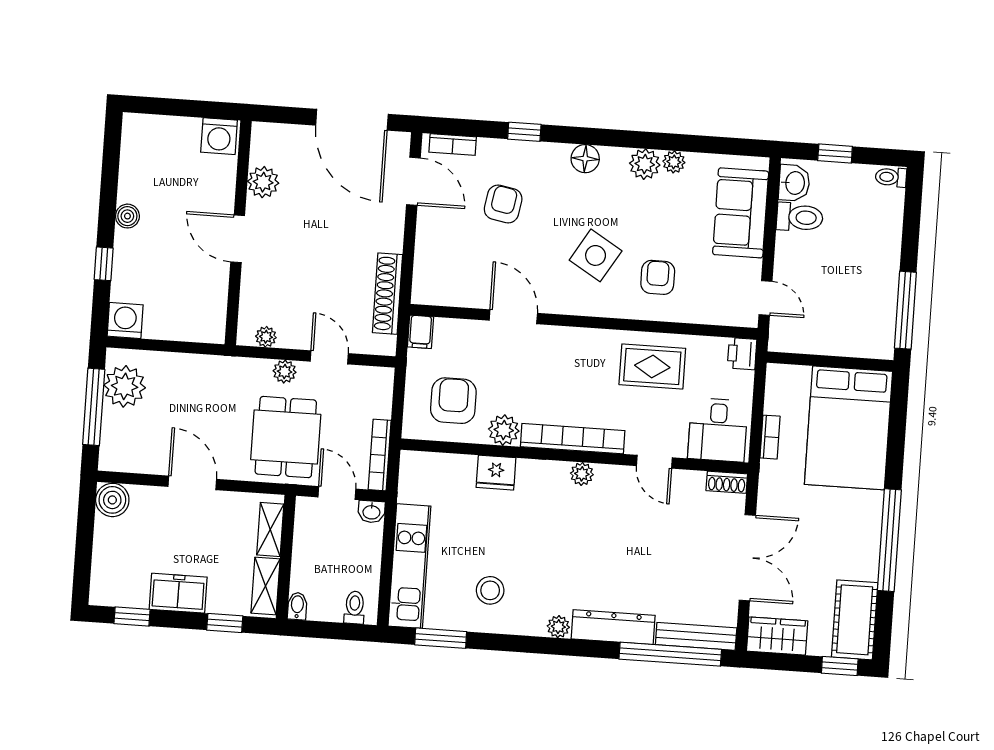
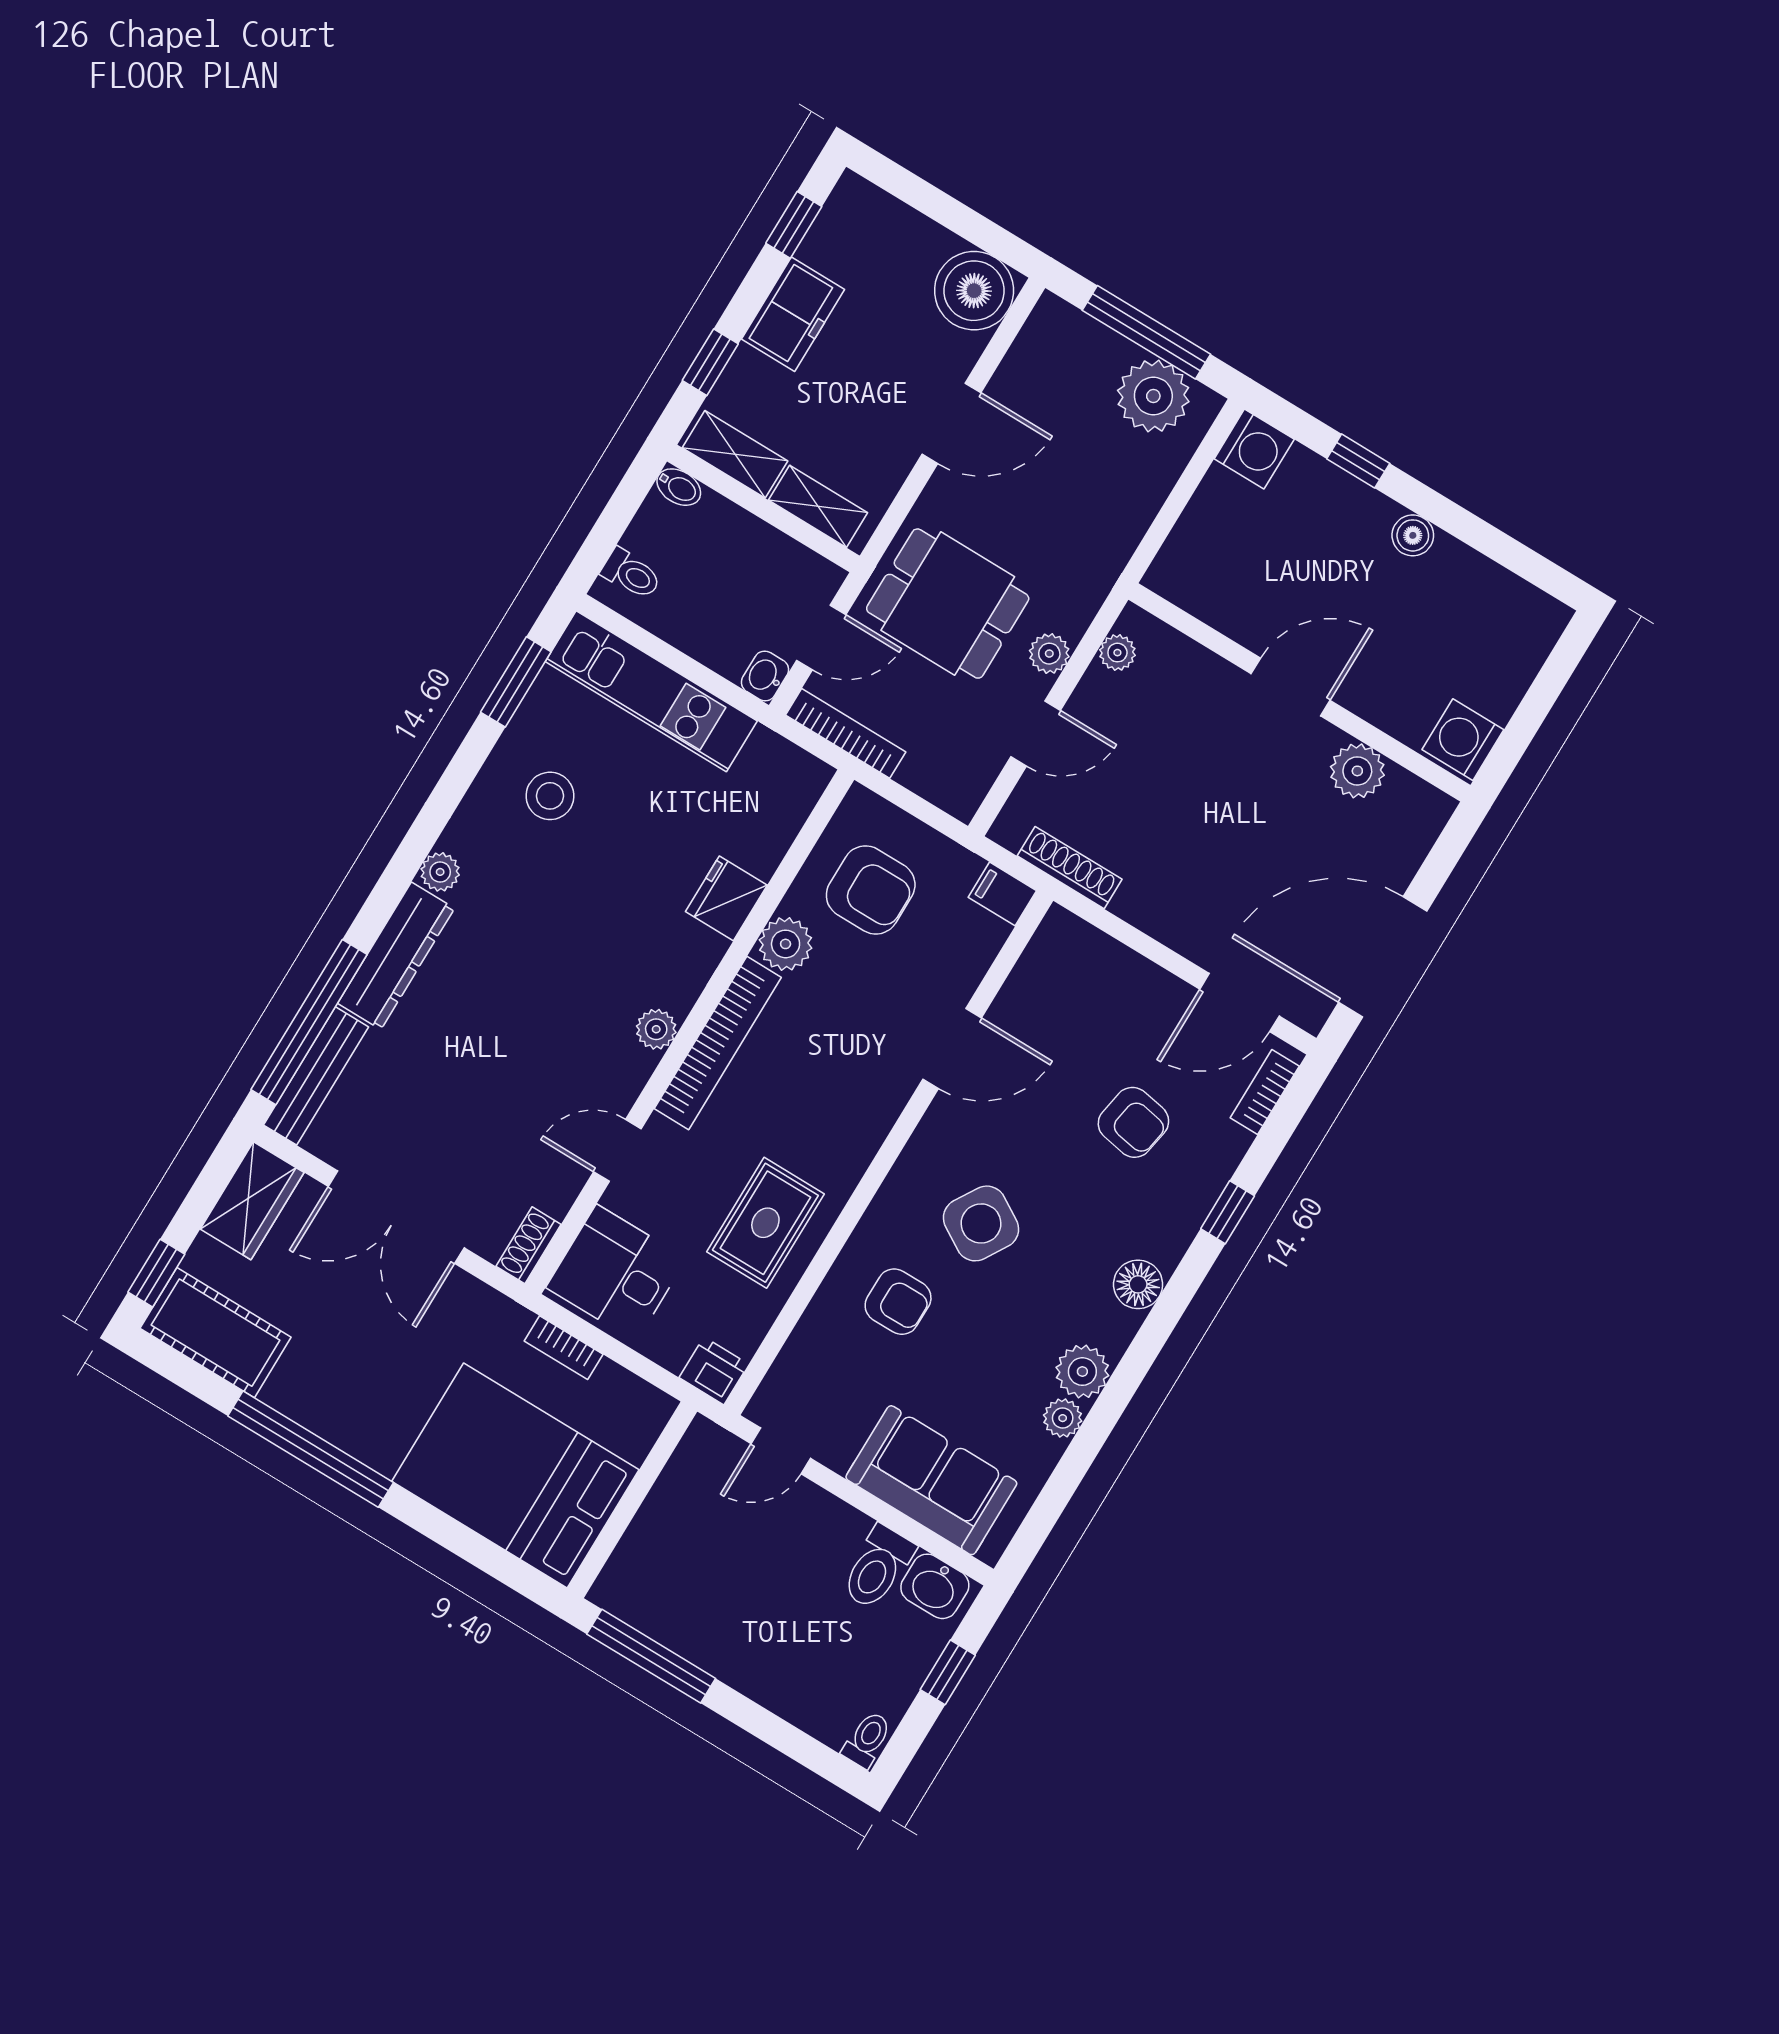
shoe rack: (388, 294) -> (1070, 868), width x0.74, depth x0.81
boiler: (112, 500) -> (974, 291), width x1.37, depth x1.37

